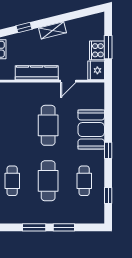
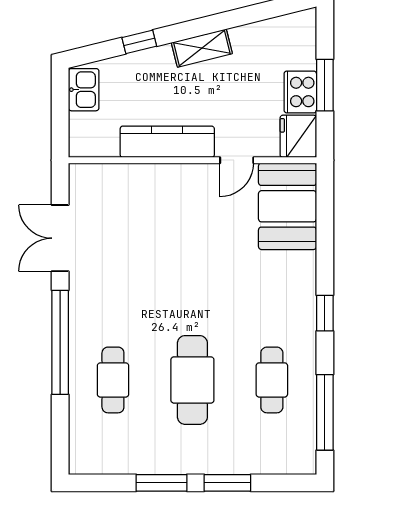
cafe table: (48, 125) -> (192, 258), removed
booth: (91, 130) -> (287, 206), moved
window: (108, 195) -> (325, 412), width x2.17

